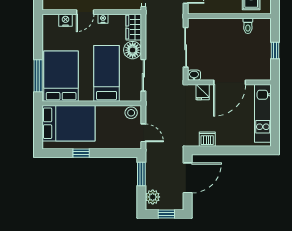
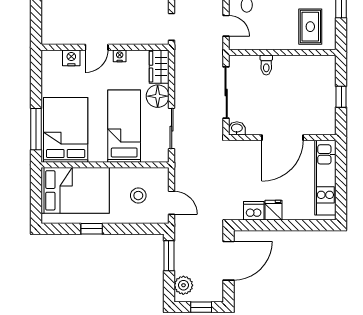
toilet: (248, 26) -> (266, 65), moved
fridge: (203, 92) -> (274, 210), moved, turned 180
stool: (131, 113) -> (138, 196), moved

